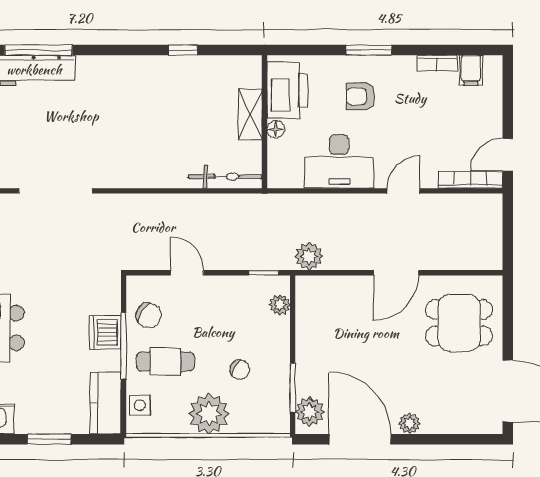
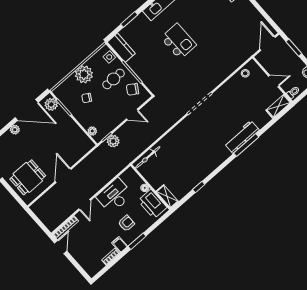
filing cabinet: (471, 70) -> (120, 245), moved
shelving: (250, 114) -> (167, 196), moved
plant: (309, 256) -> (113, 141), moved
dishwasher: (105, 332) -> (142, 71), removed

